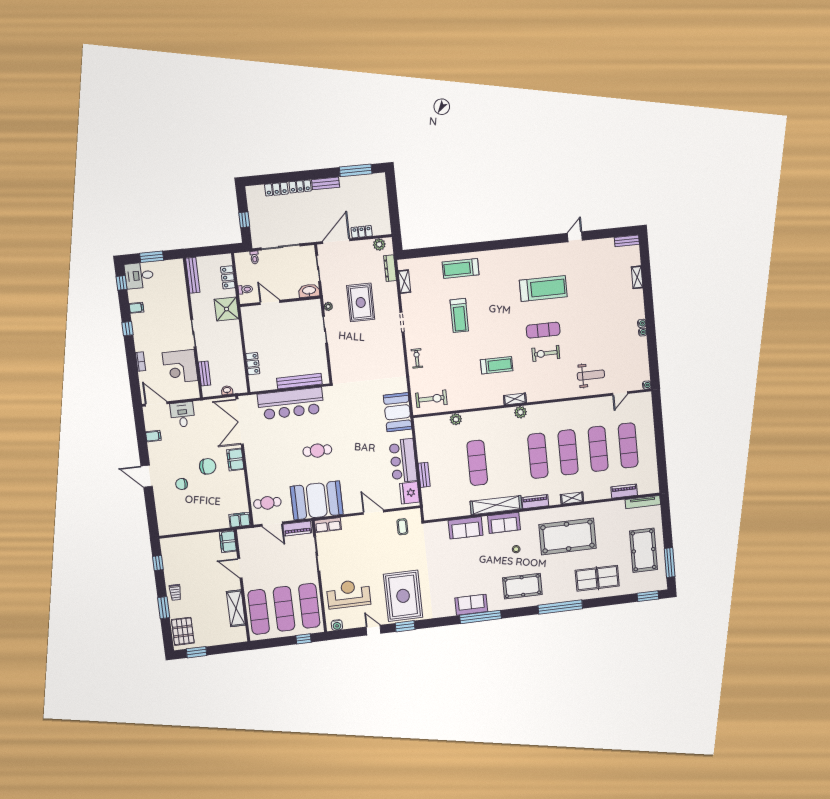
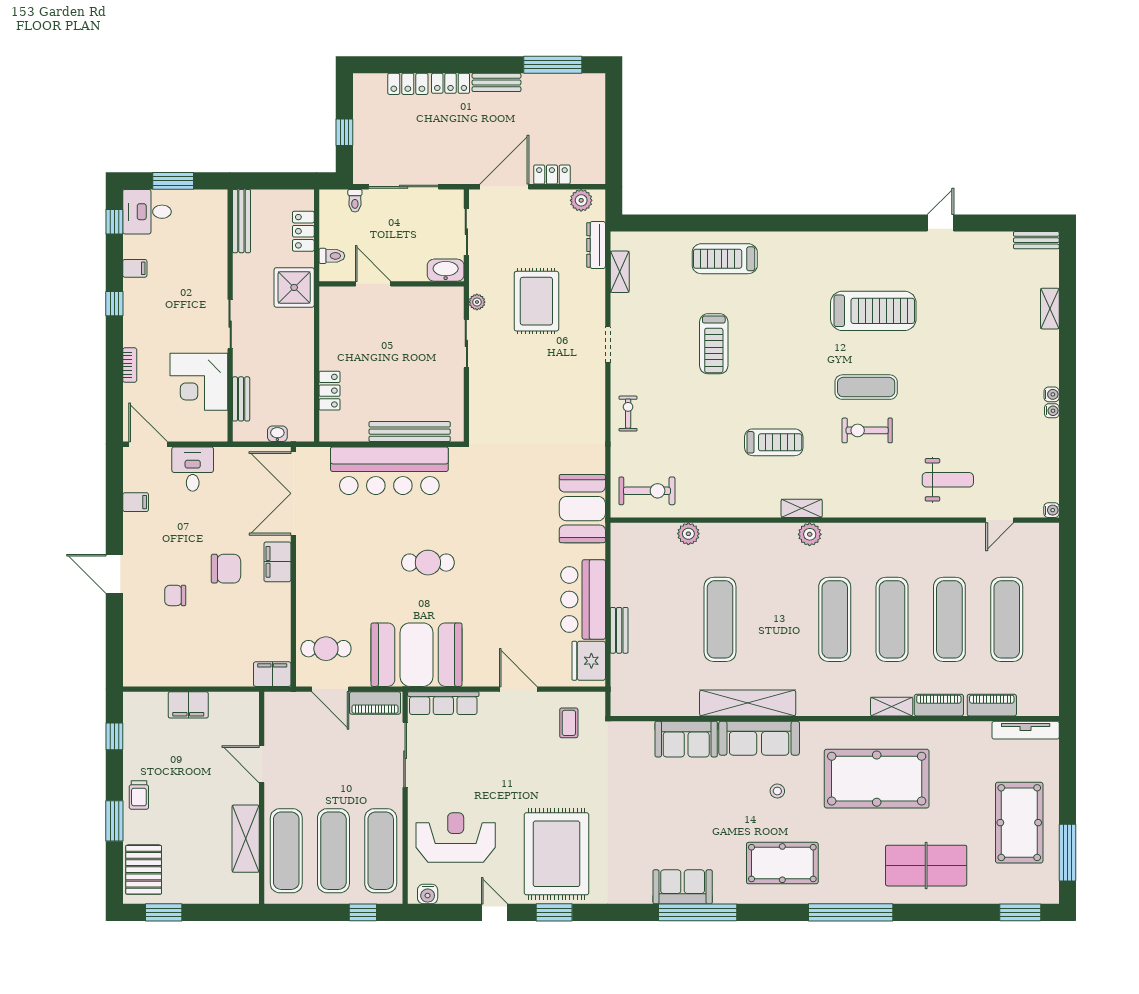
piano: (535, 502) -> (939, 705), moved
sofa: (504, 523) -> (759, 738), width x1.36
row of seats: (328, 525) -> (443, 703), width x1.48
filing cabinet: (228, 541) -> (188, 705), moved, turned -90

